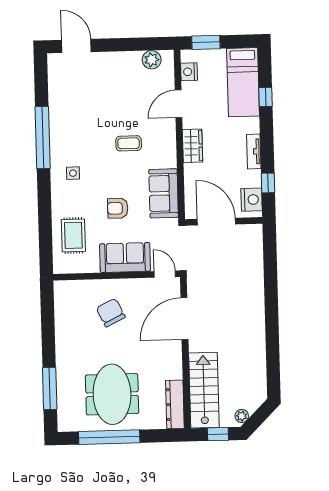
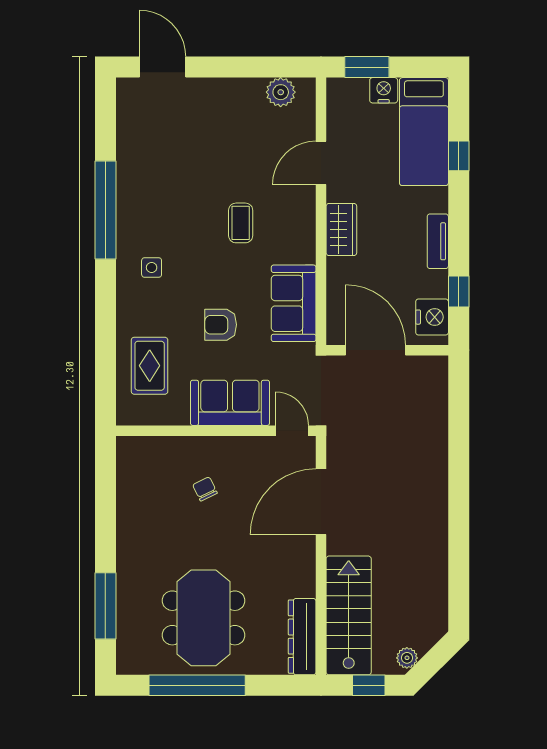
nightstand: (189, 72) -> (384, 90), moved, turned 90
coffee table: (129, 143) -> (241, 223), turned 90
chair: (111, 313) -> (205, 489), width x0.54, depth x0.54

